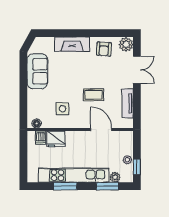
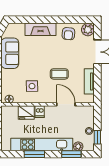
dishwasher: (41, 138) -> (40, 112), moved

